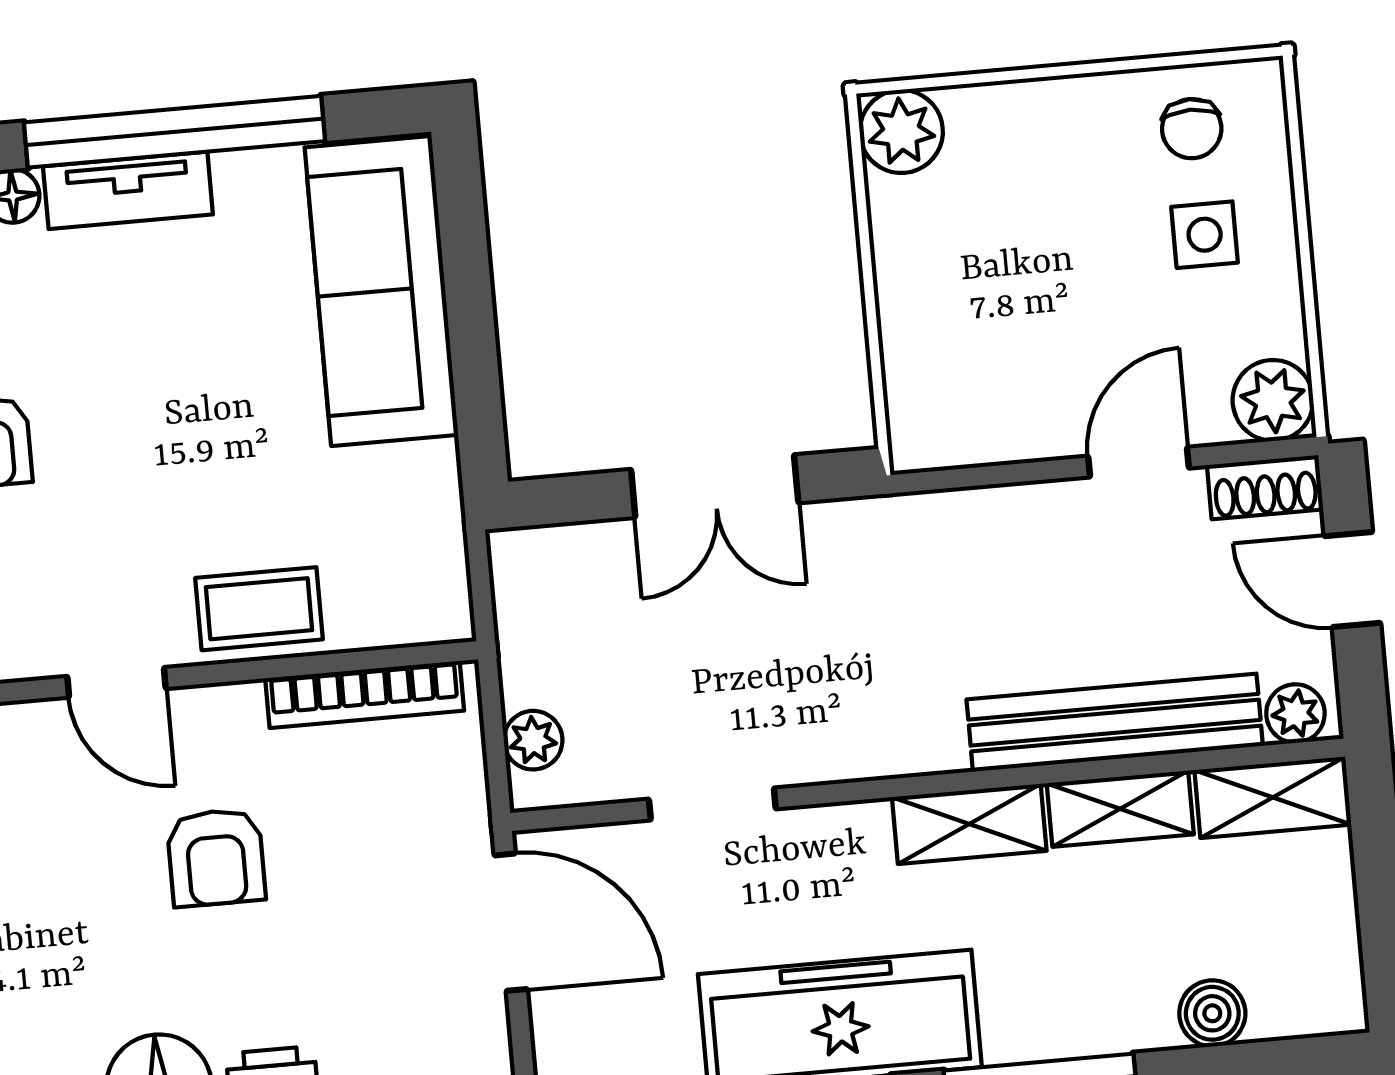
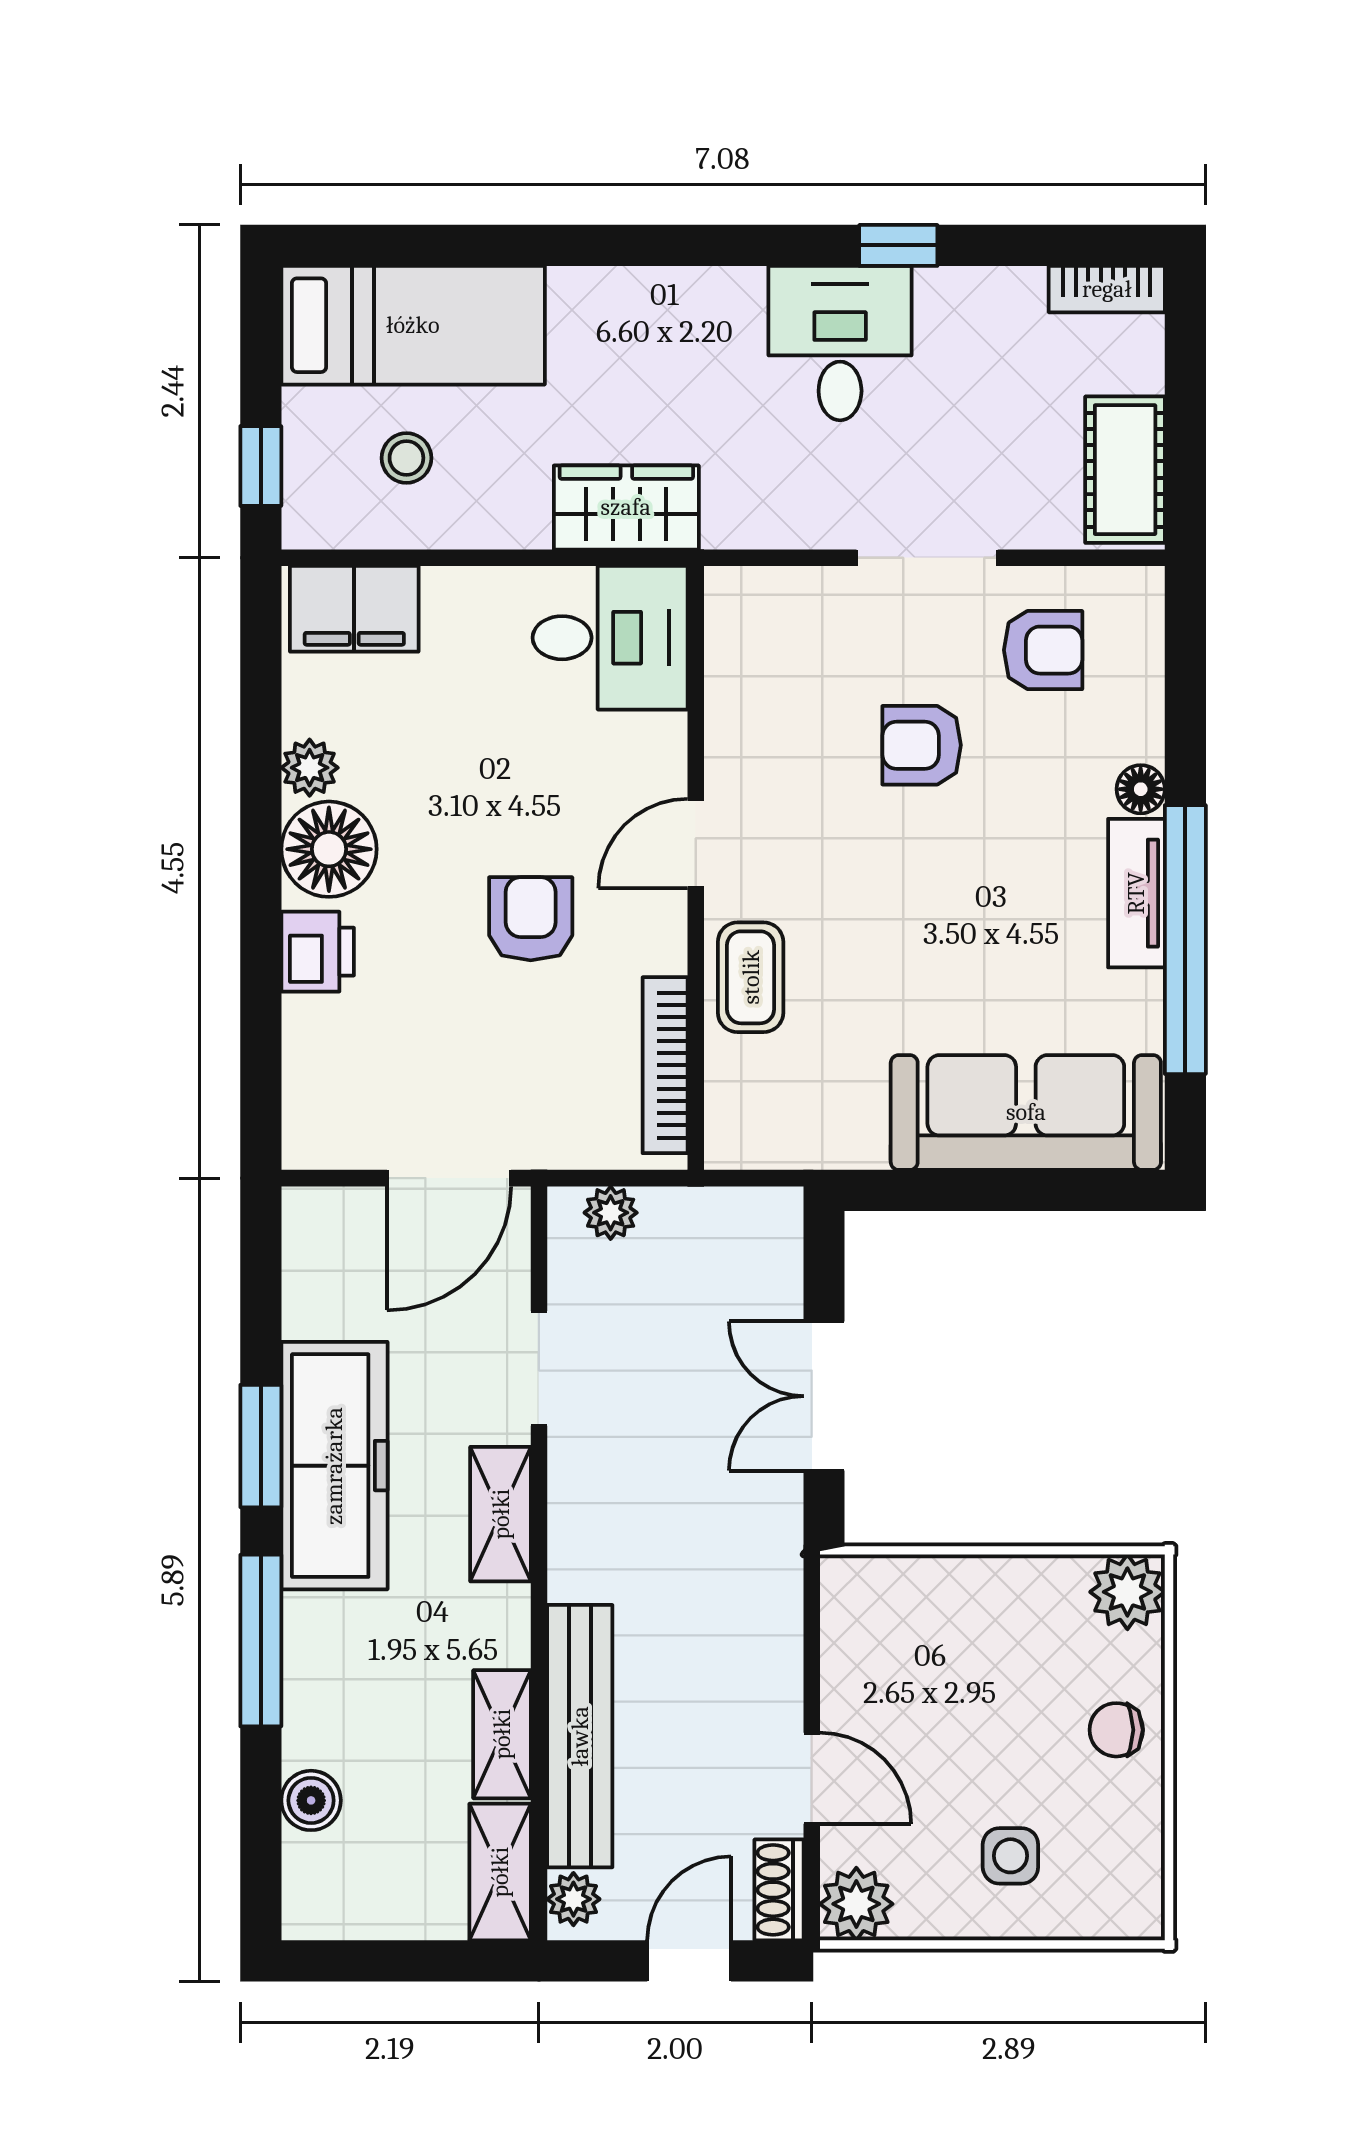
chair: (1192, 129) -> (1116, 1730), moved
shelving: (969, 824) -> (501, 1514), moved
armchair: (216, 858) -> (531, 919), turned 90

